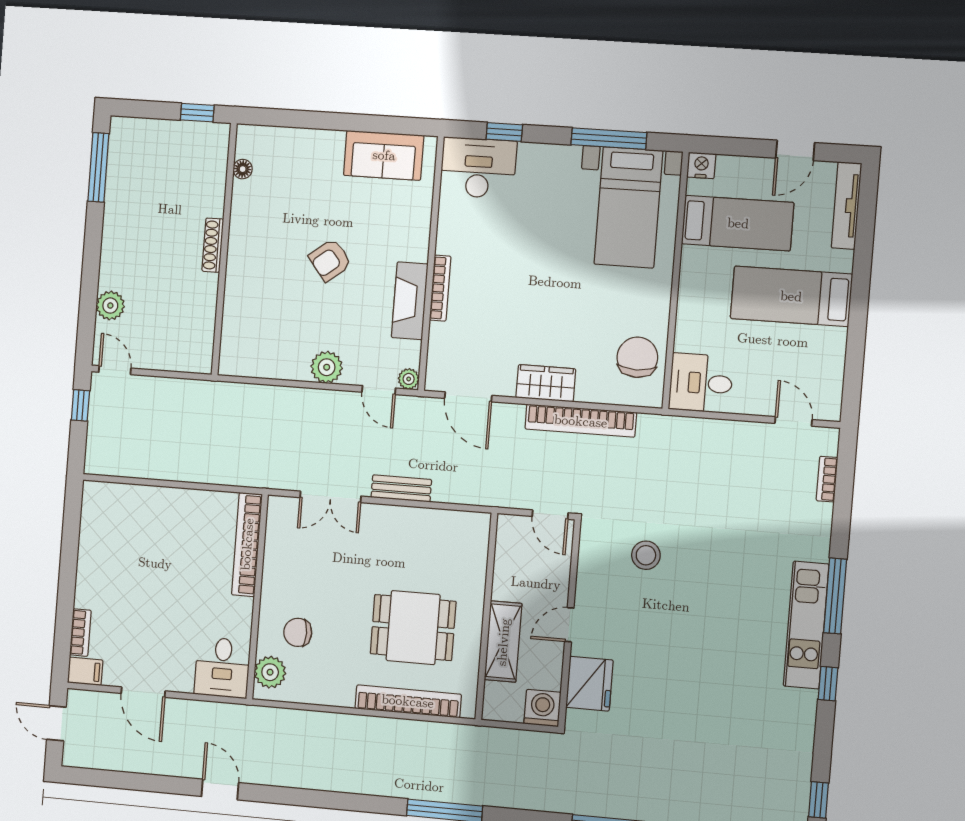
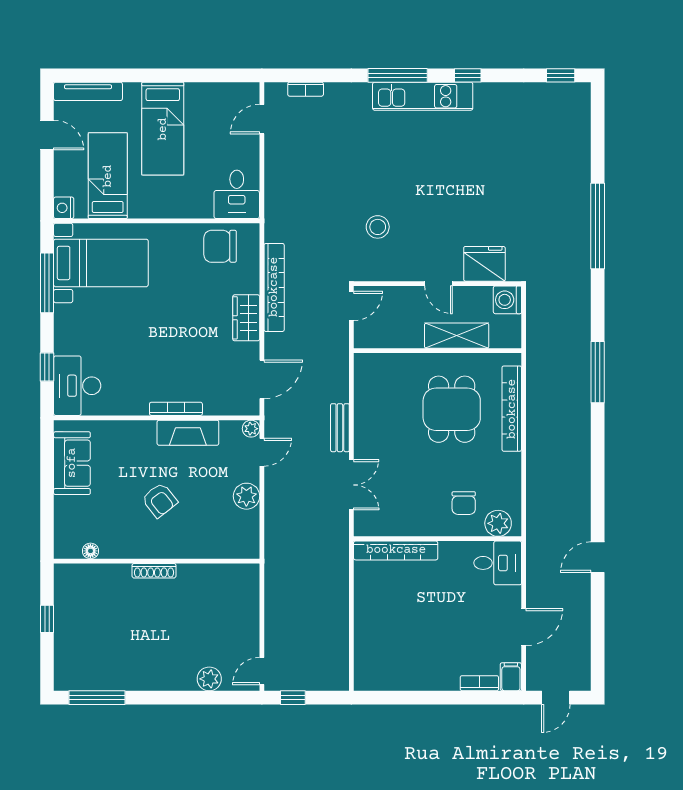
floor lamp: (243, 169) -> (90, 551), moved
shoe rack: (213, 245) -> (154, 571), moved
wall: (224, 249) -> (157, 561), moved

